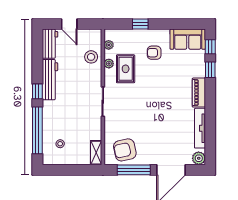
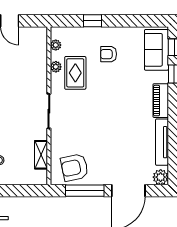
sofa: (188, 39) -> (156, 50), moved, turned 90
stool: (91, 57) -> (35, 59), removed
shelving: (96, 153) -> (41, 155), moved

